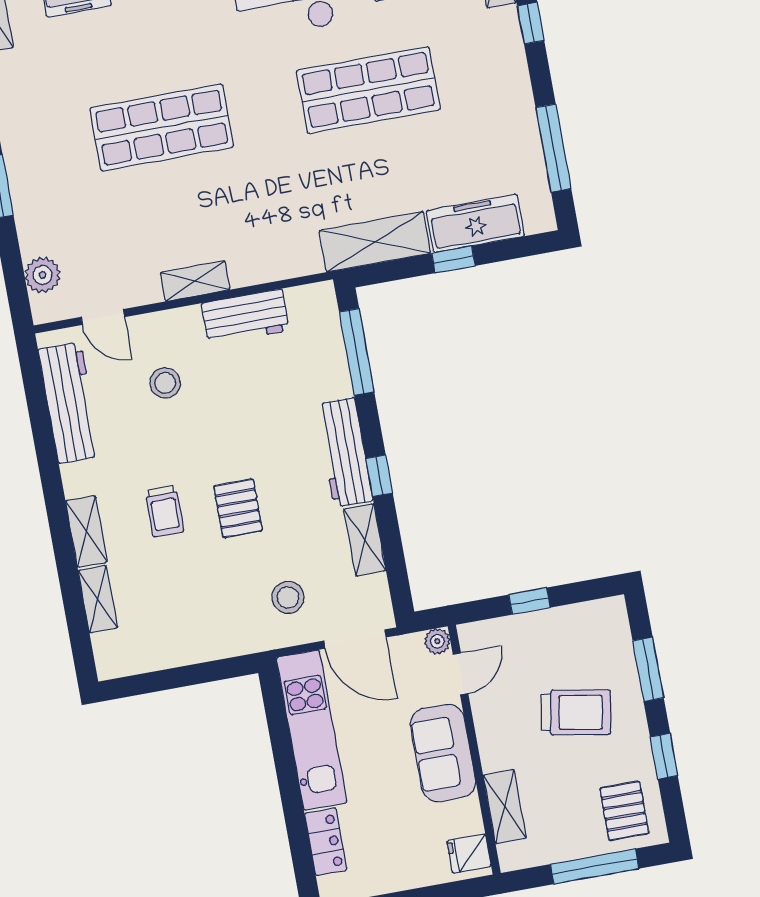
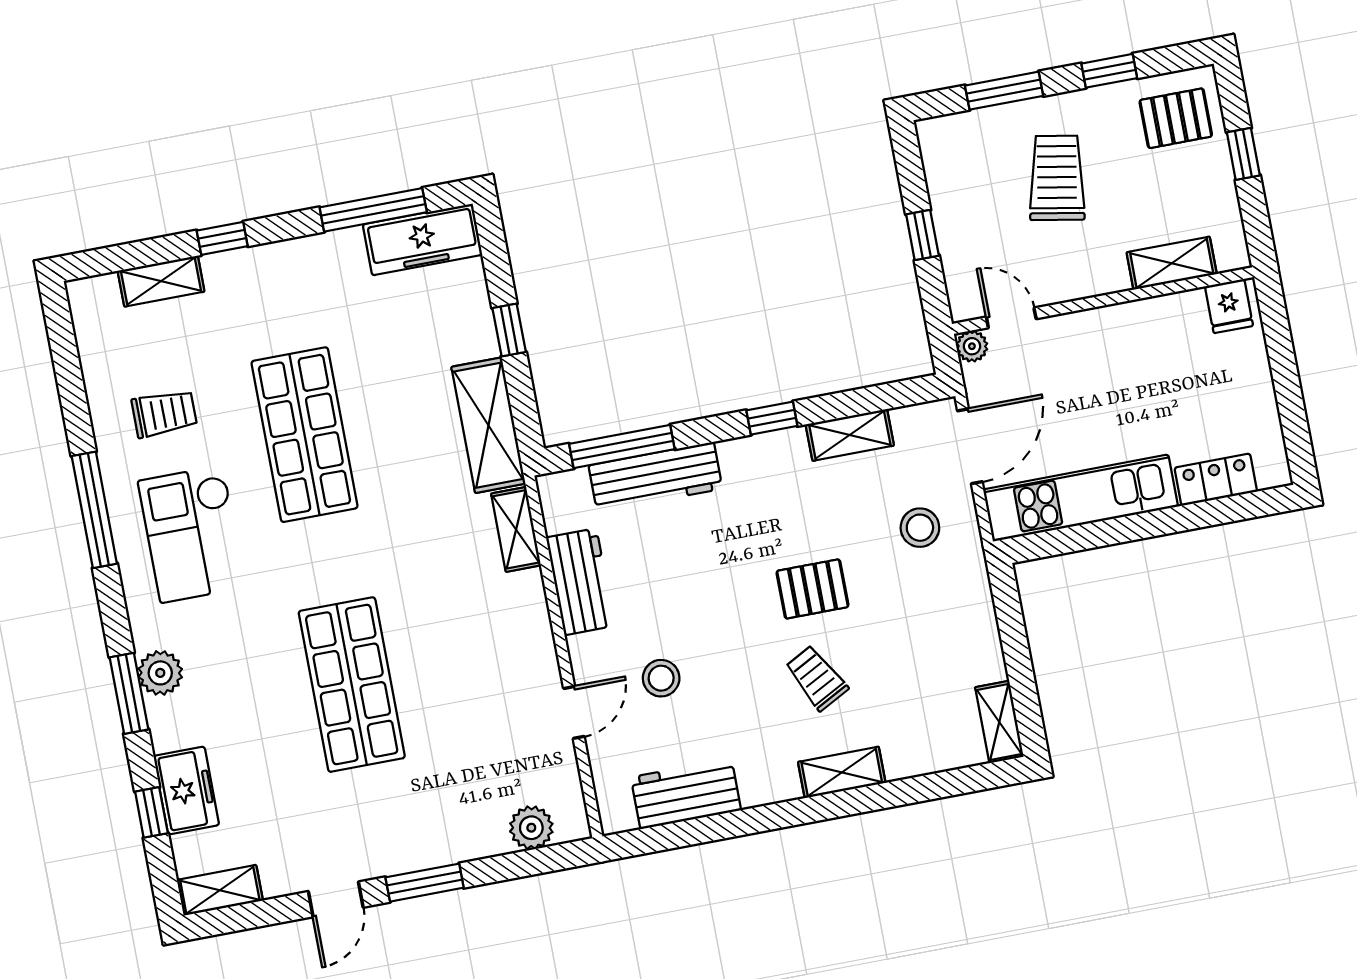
freezer: (475, 223) -> (422, 240), moved, turned -90
shelving: (195, 281) -> (516, 529), moved
door: (103, 317) -> (574, 712), moved
workbench: (70, 403) -> (686, 794), width x0.73
workbench: (345, 453) -> (655, 477), moved
trolley: (165, 511) -> (817, 678), turned -118
shelving: (98, 599) -> (999, 722), moved, turned 90
sofa: (443, 753) -> (1107, 338), removed
window: (595, 866) -> (1243, 154), width x0.46

